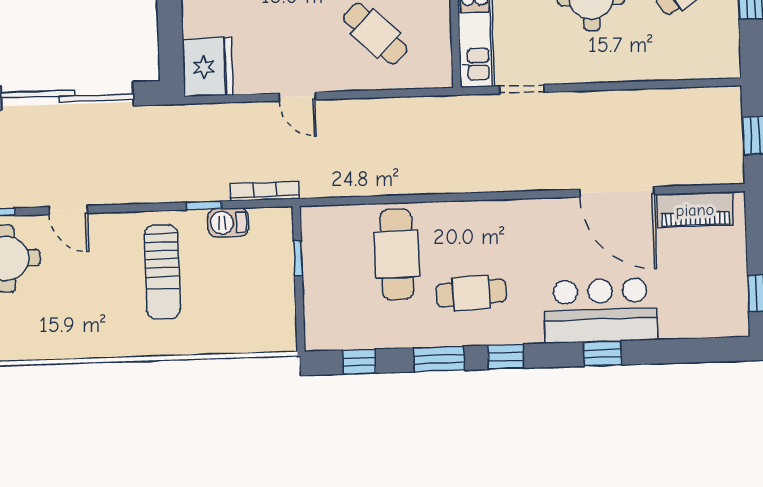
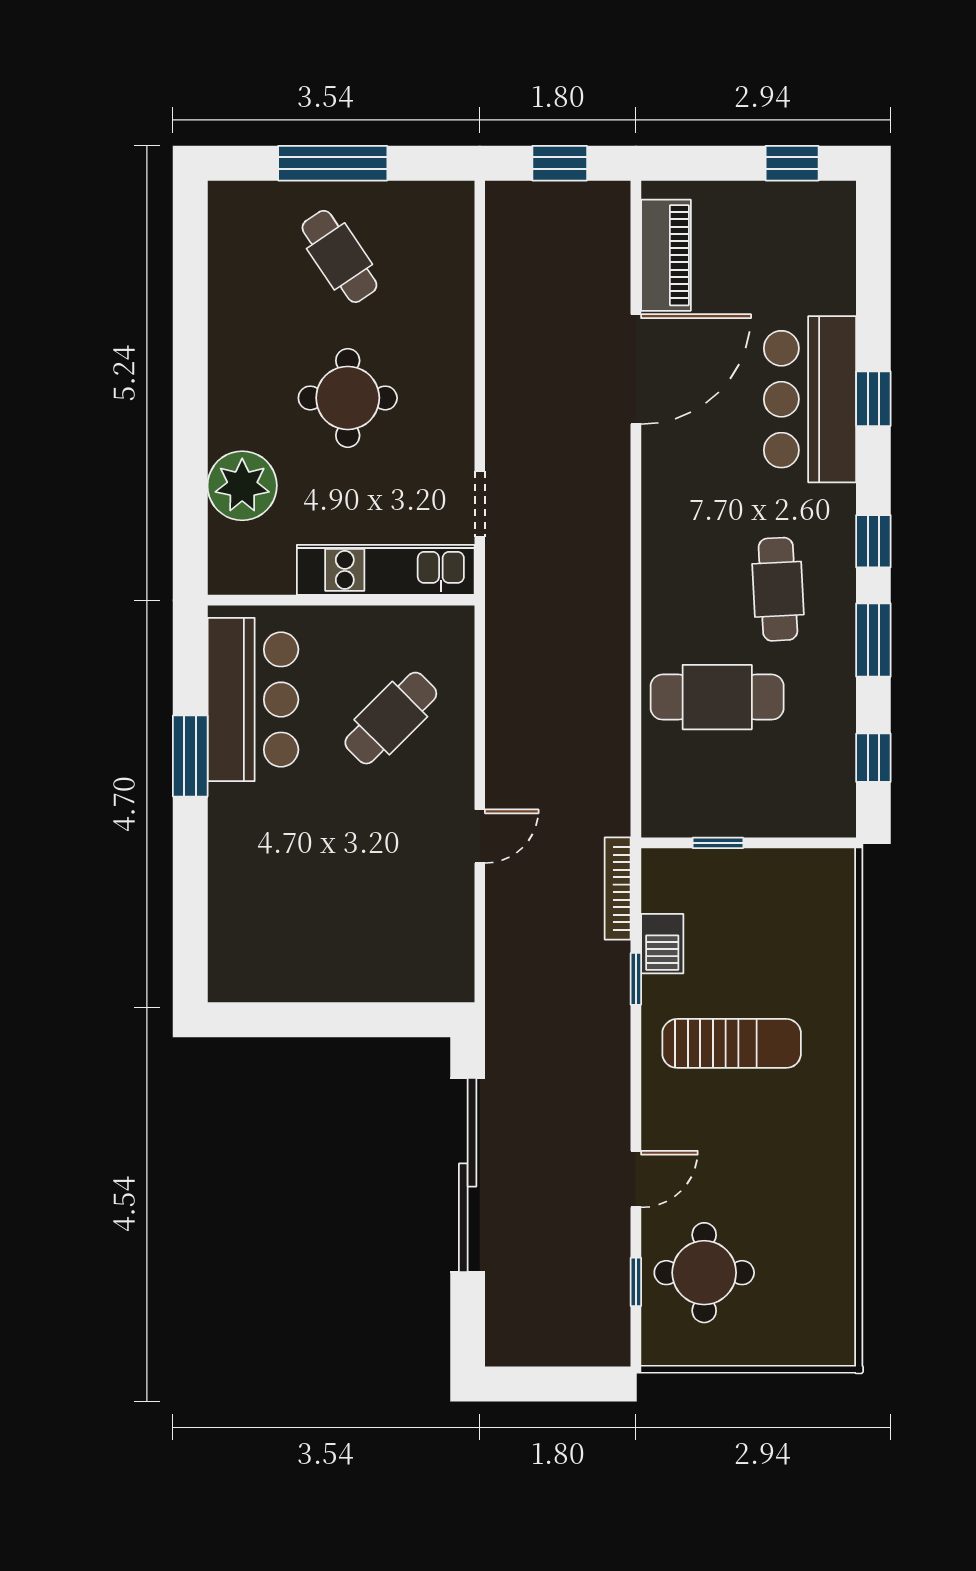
fridge: (208, 67) -> (432, 966), removed

